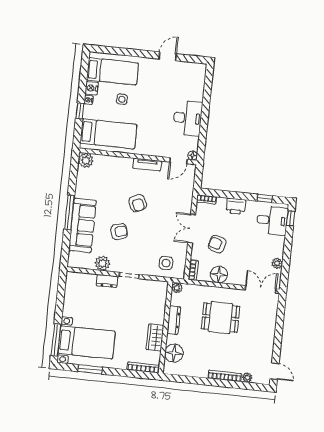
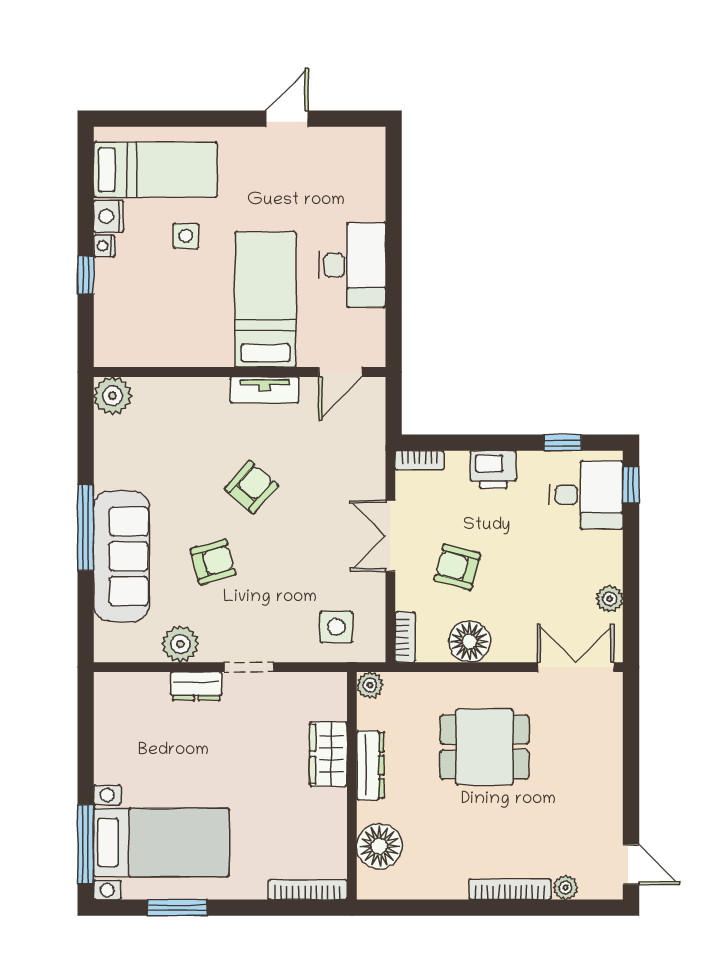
bed: (108, 134) -> (266, 299), moved, turned -90
floor lamp: (193, 155) -> (374, 356), removed
armchair: (138, 203) -> (251, 487), turned -112
wardrobe: (155, 338) -> (328, 754), moved

